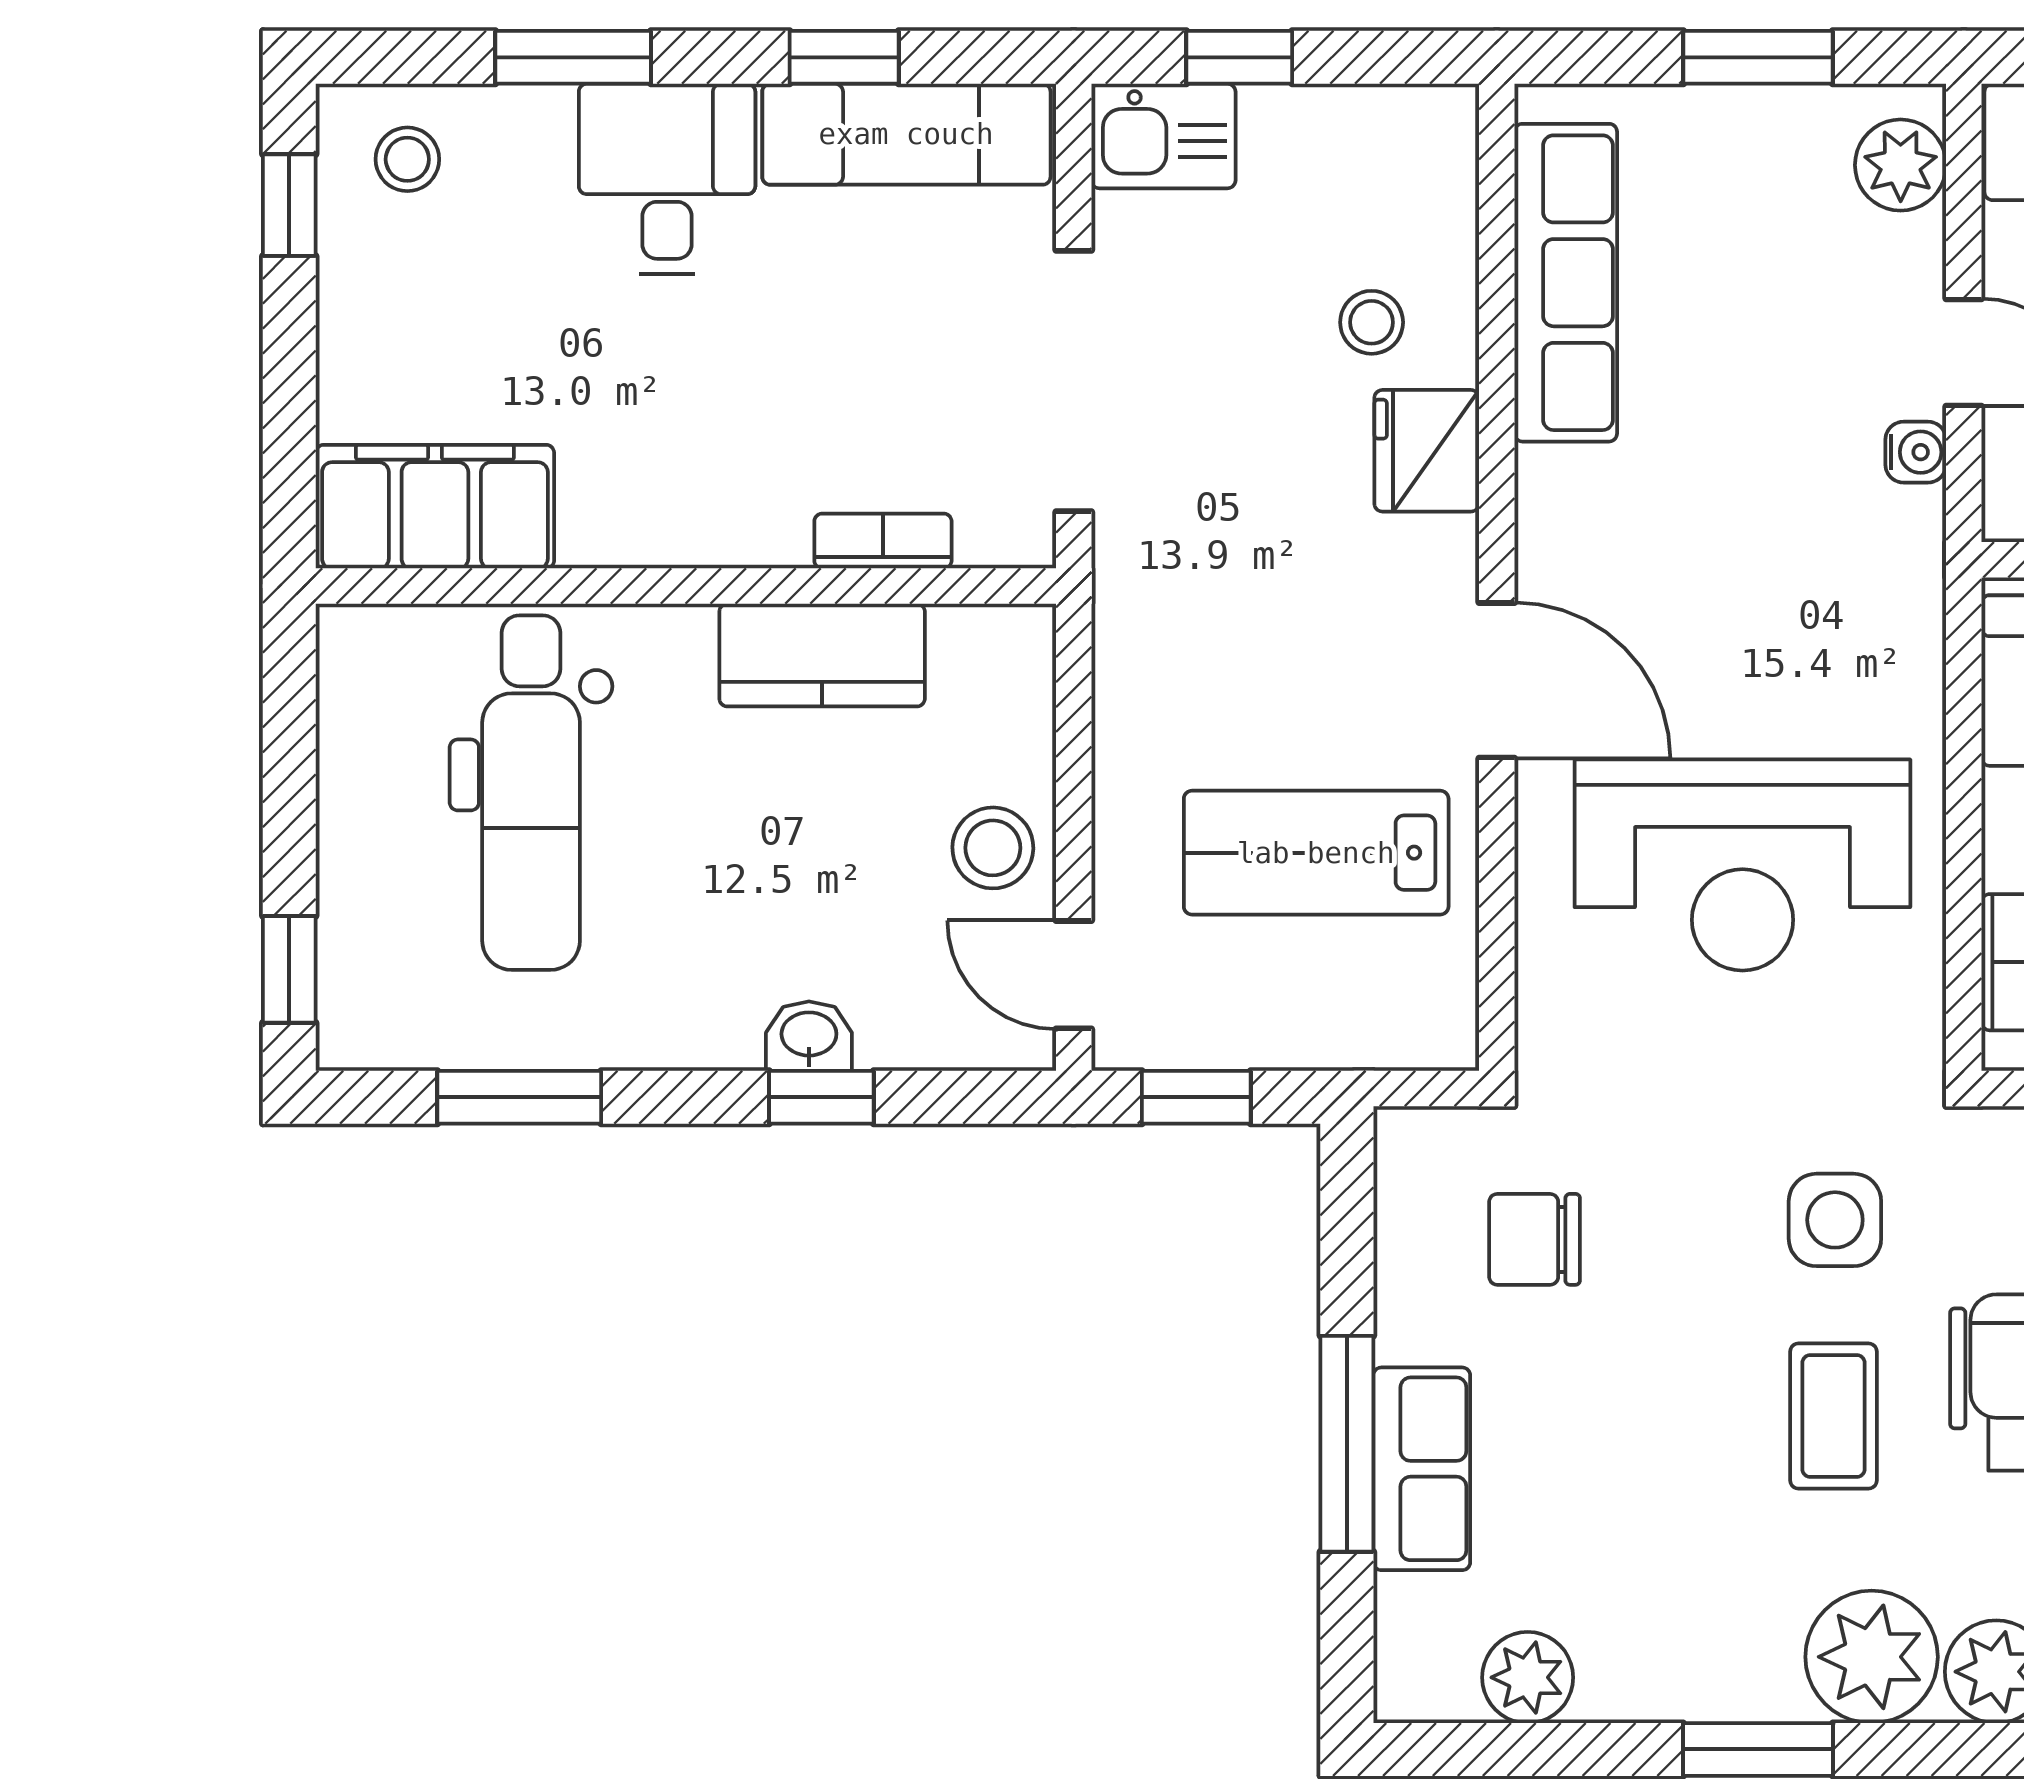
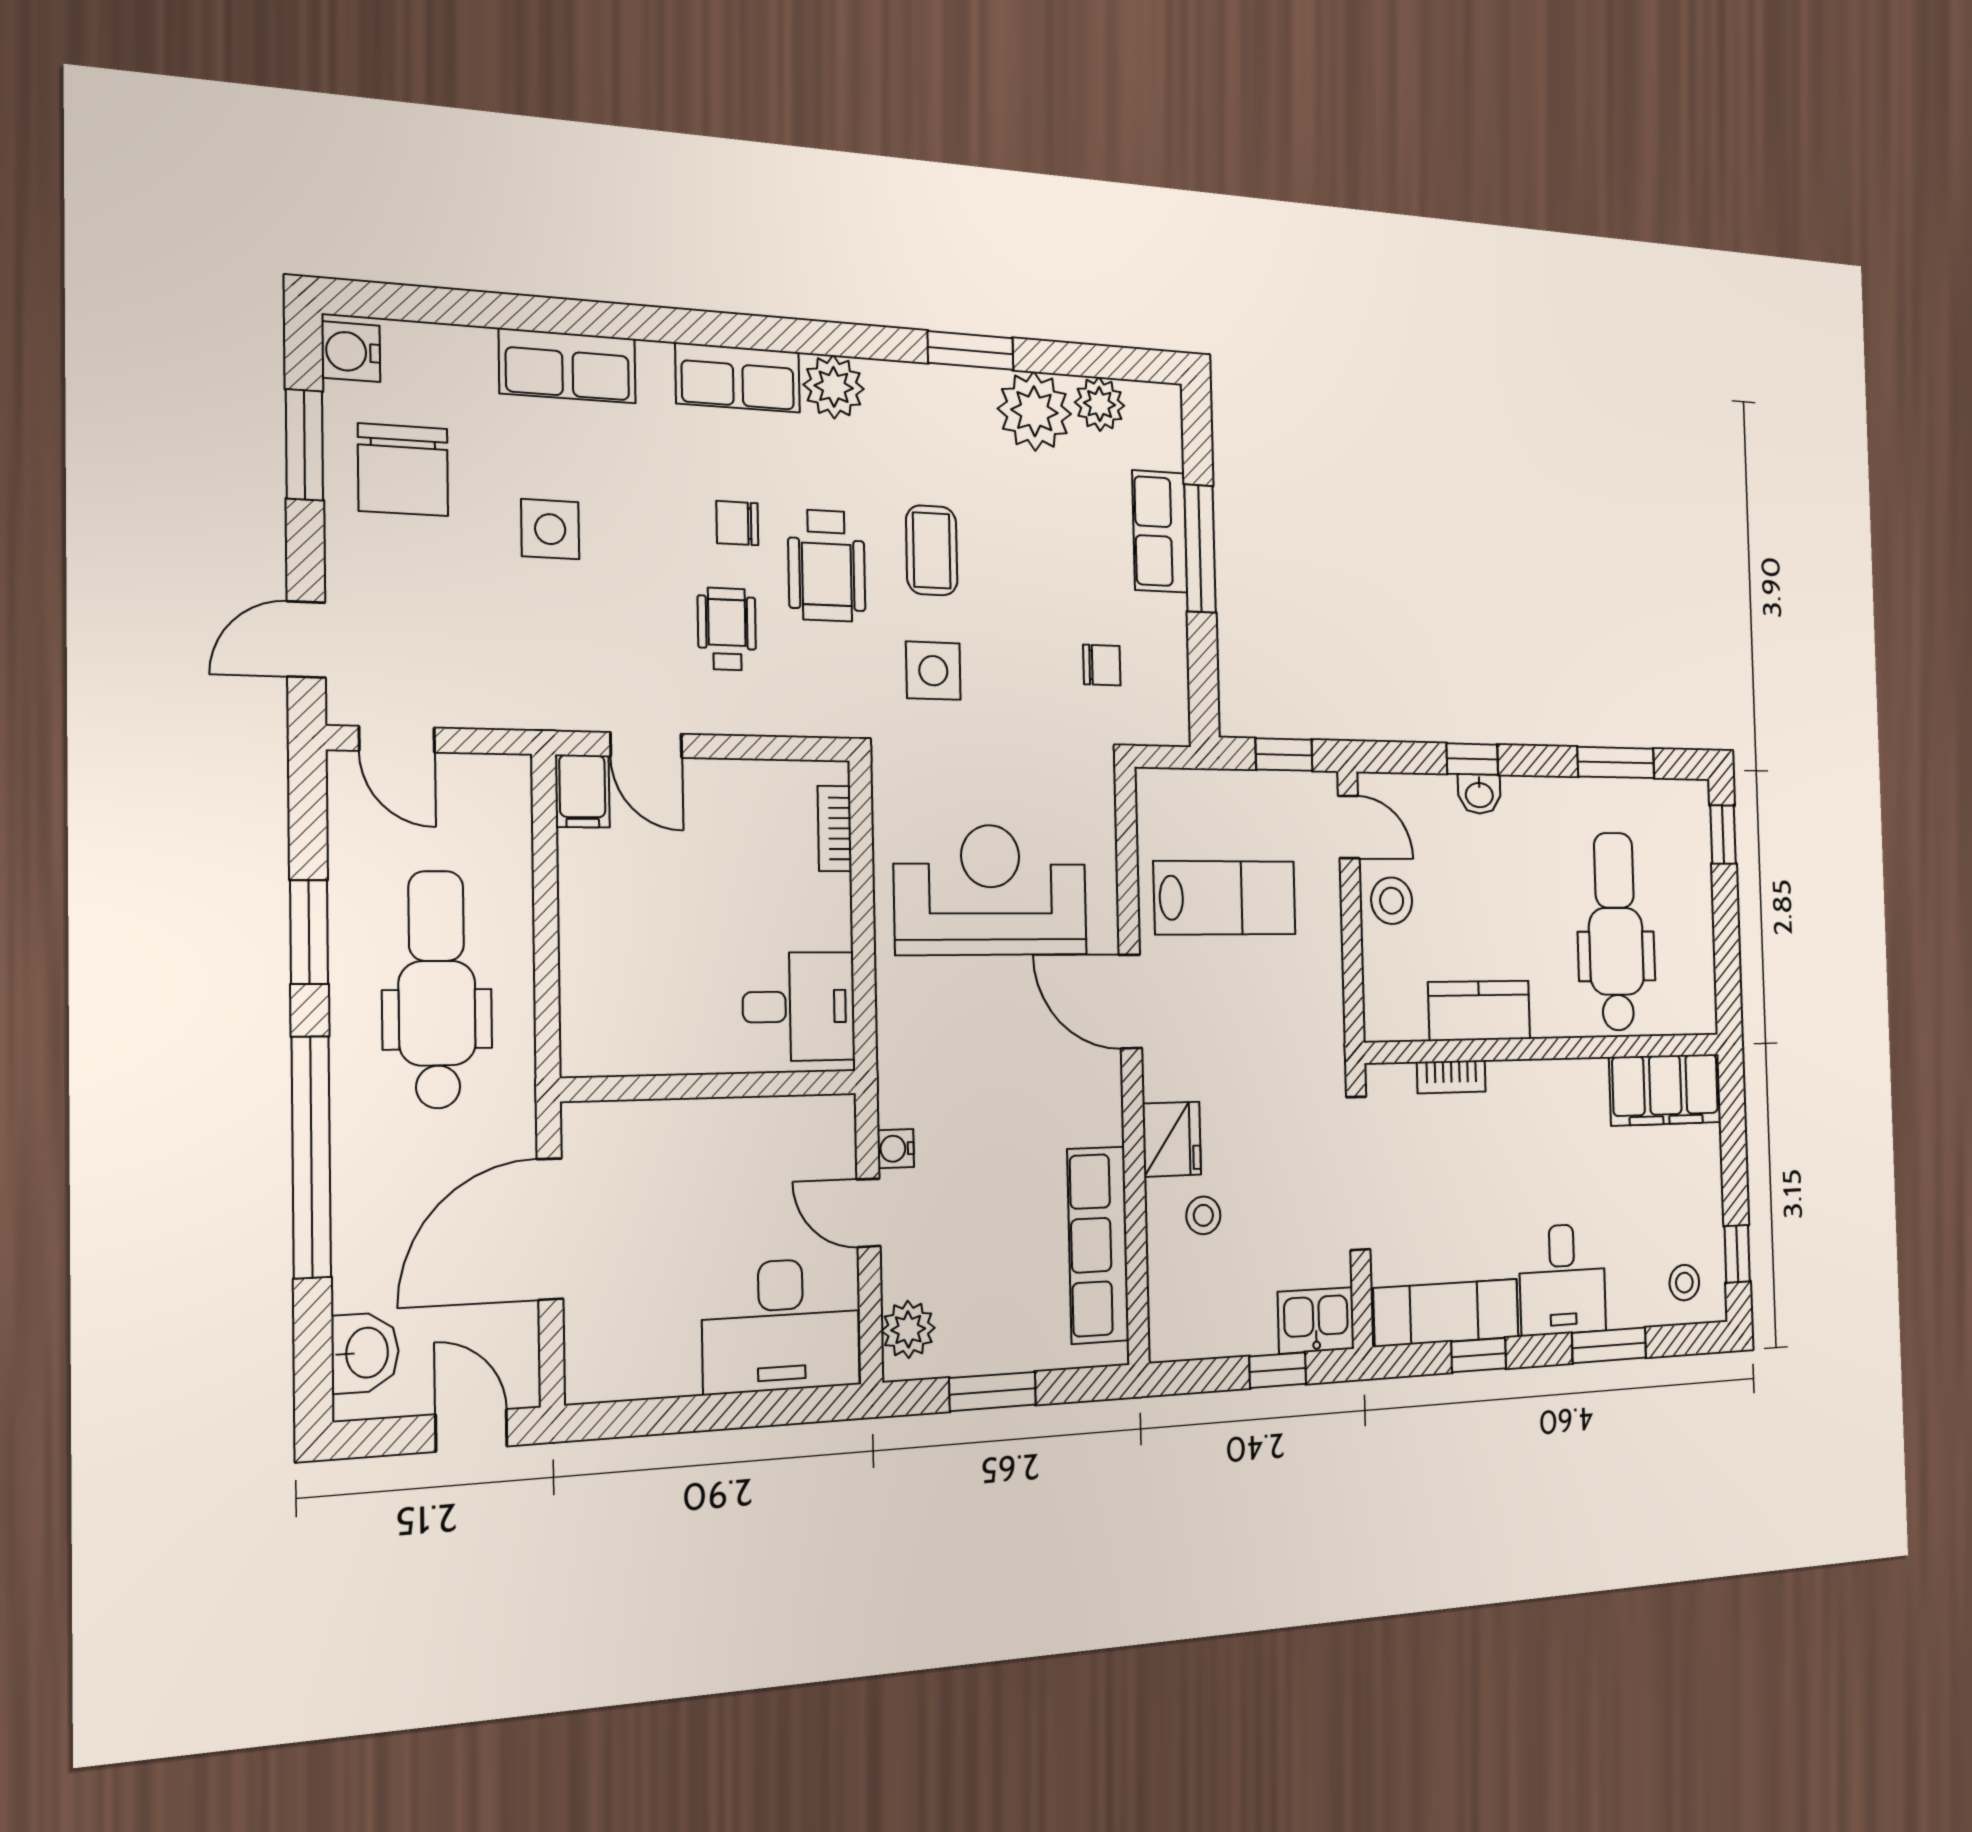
chair: (1535, 1239) -> (1102, 665), width x0.73, depth x0.73
plant: (1872, 1657) -> (1034, 411), moved

